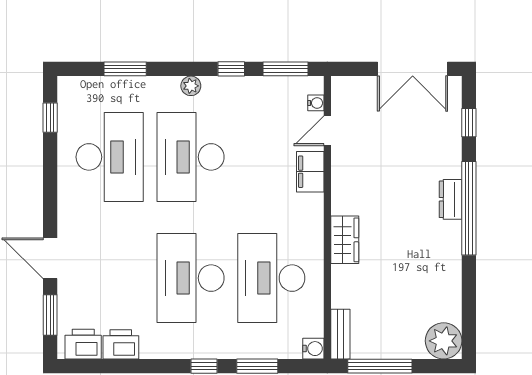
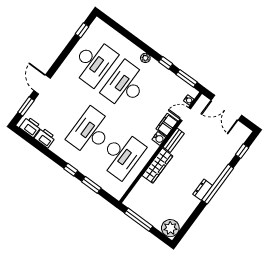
window: (125, 69) -> (125, 33), removed
double door: (413, 69) -> (226, 108), moved
dresser: (451, 199) -> (203, 190), moved
wardrobe: (345, 240) -> (157, 166), width x1.50
desk: (271, 278) -> (122, 155), turned 180
bench: (340, 334) -> (174, 140), moved
water cooler: (313, 349) -> (159, 138), moved

